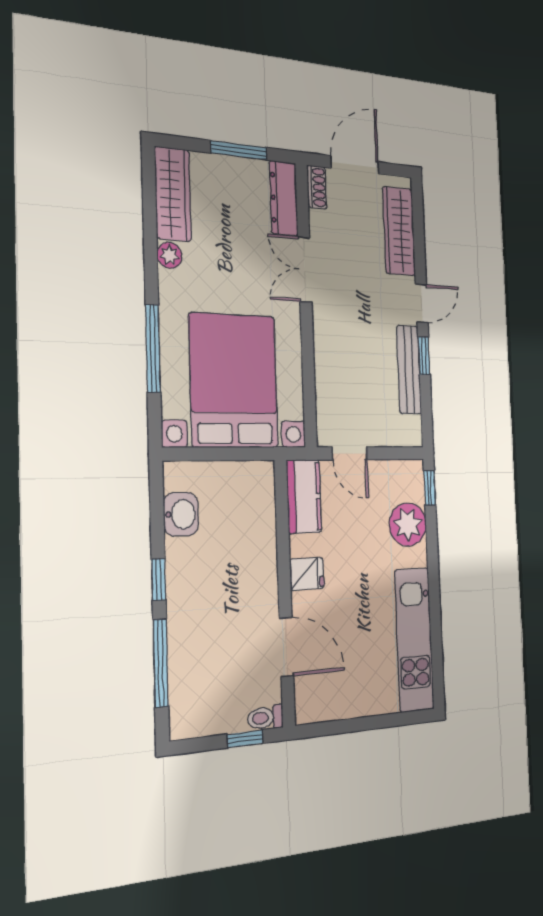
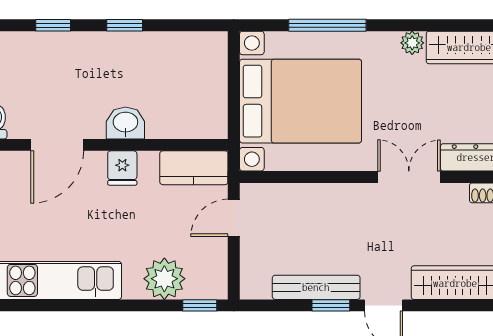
washbasin: (181, 514) -> (125, 123), moved, turned 180
window: (161, 663) -> (53, 25), width x0.46

